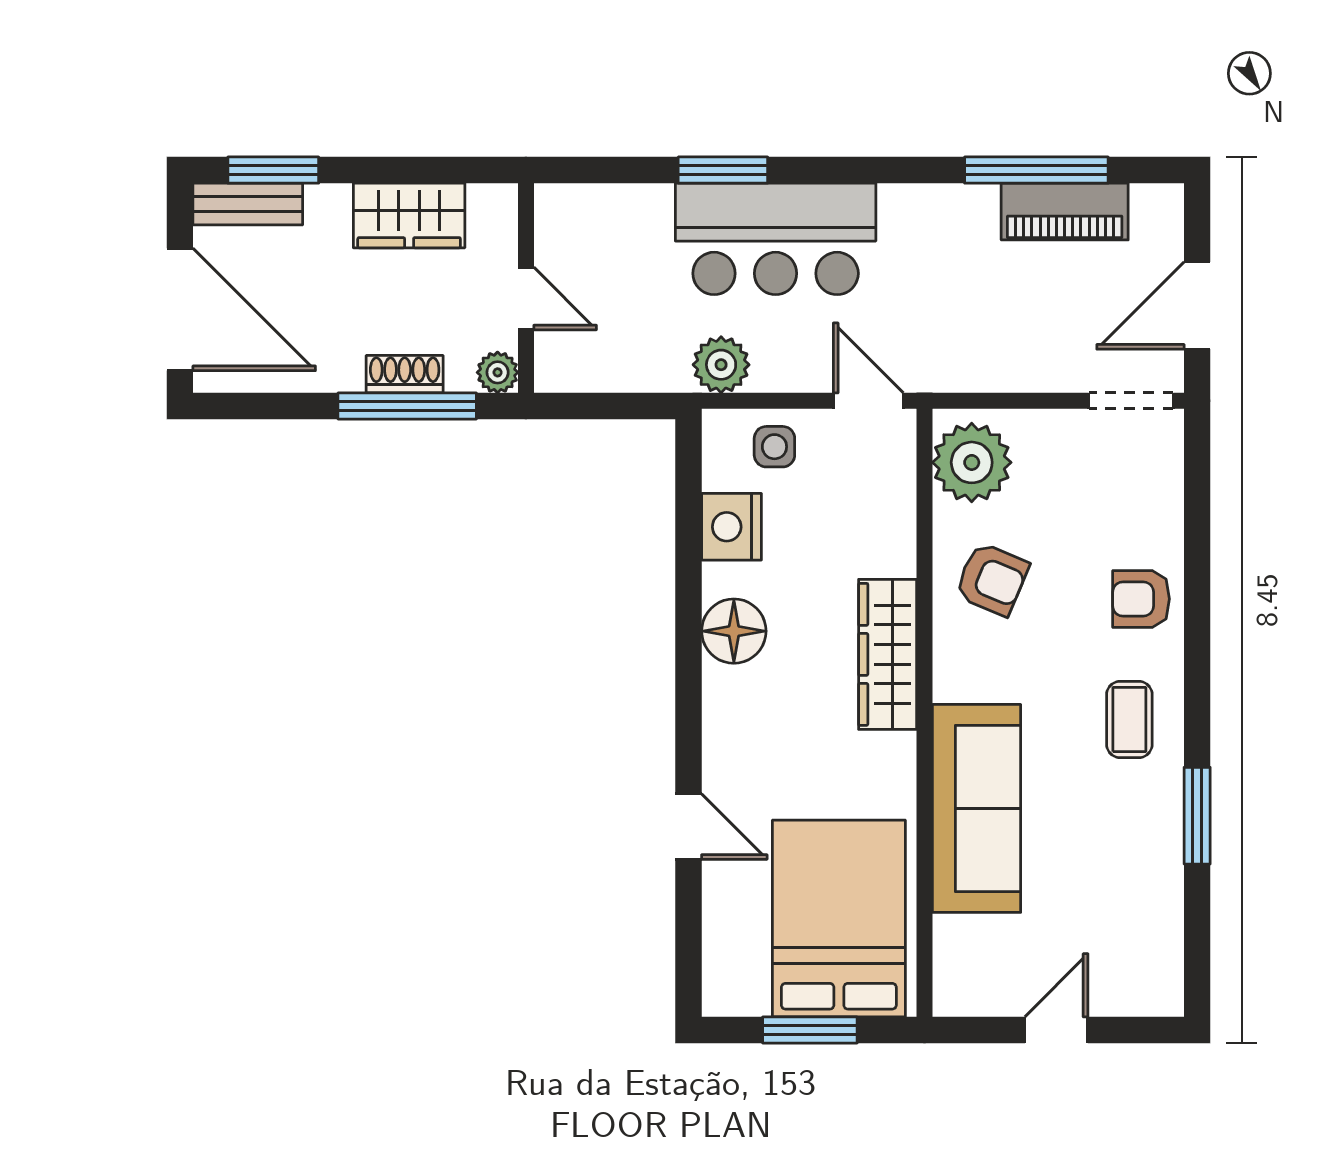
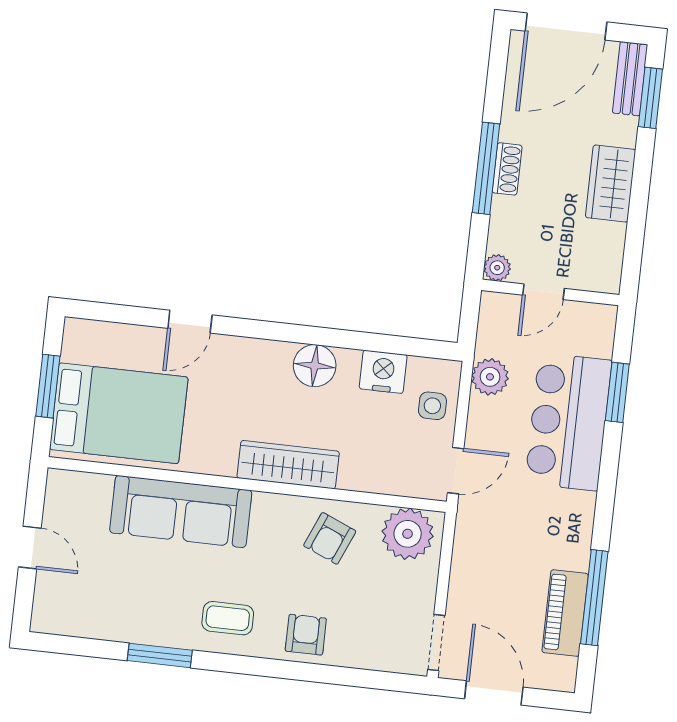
wall: (526, 288) -> (550, 292), moved
door: (526, 299) -> (543, 292), moved
plant: (498, 372) -> (497, 268), moved

